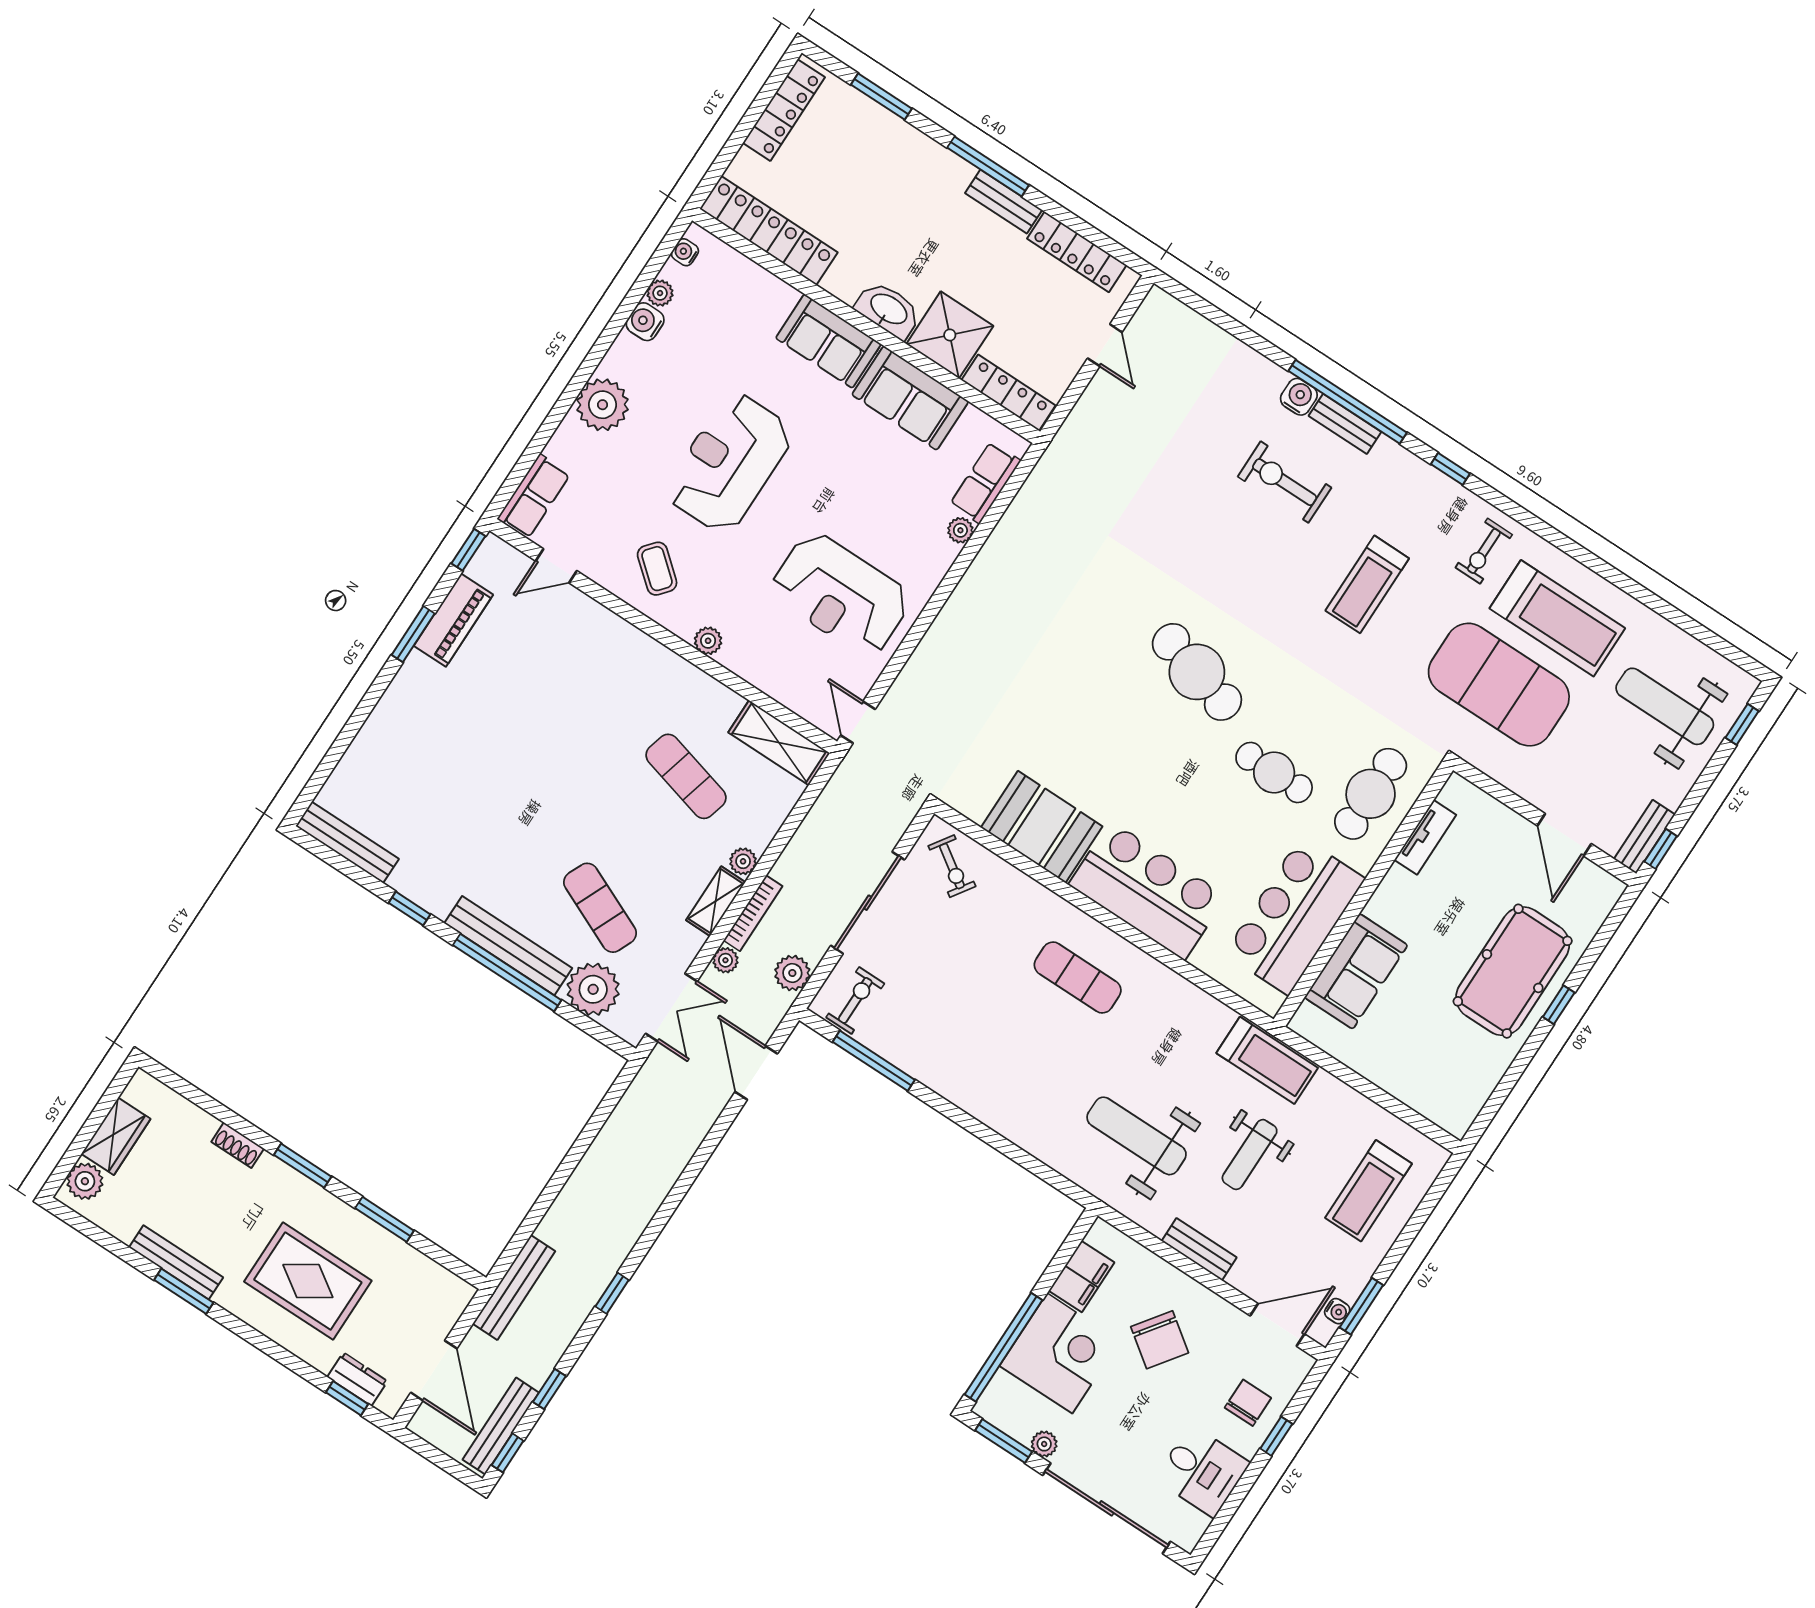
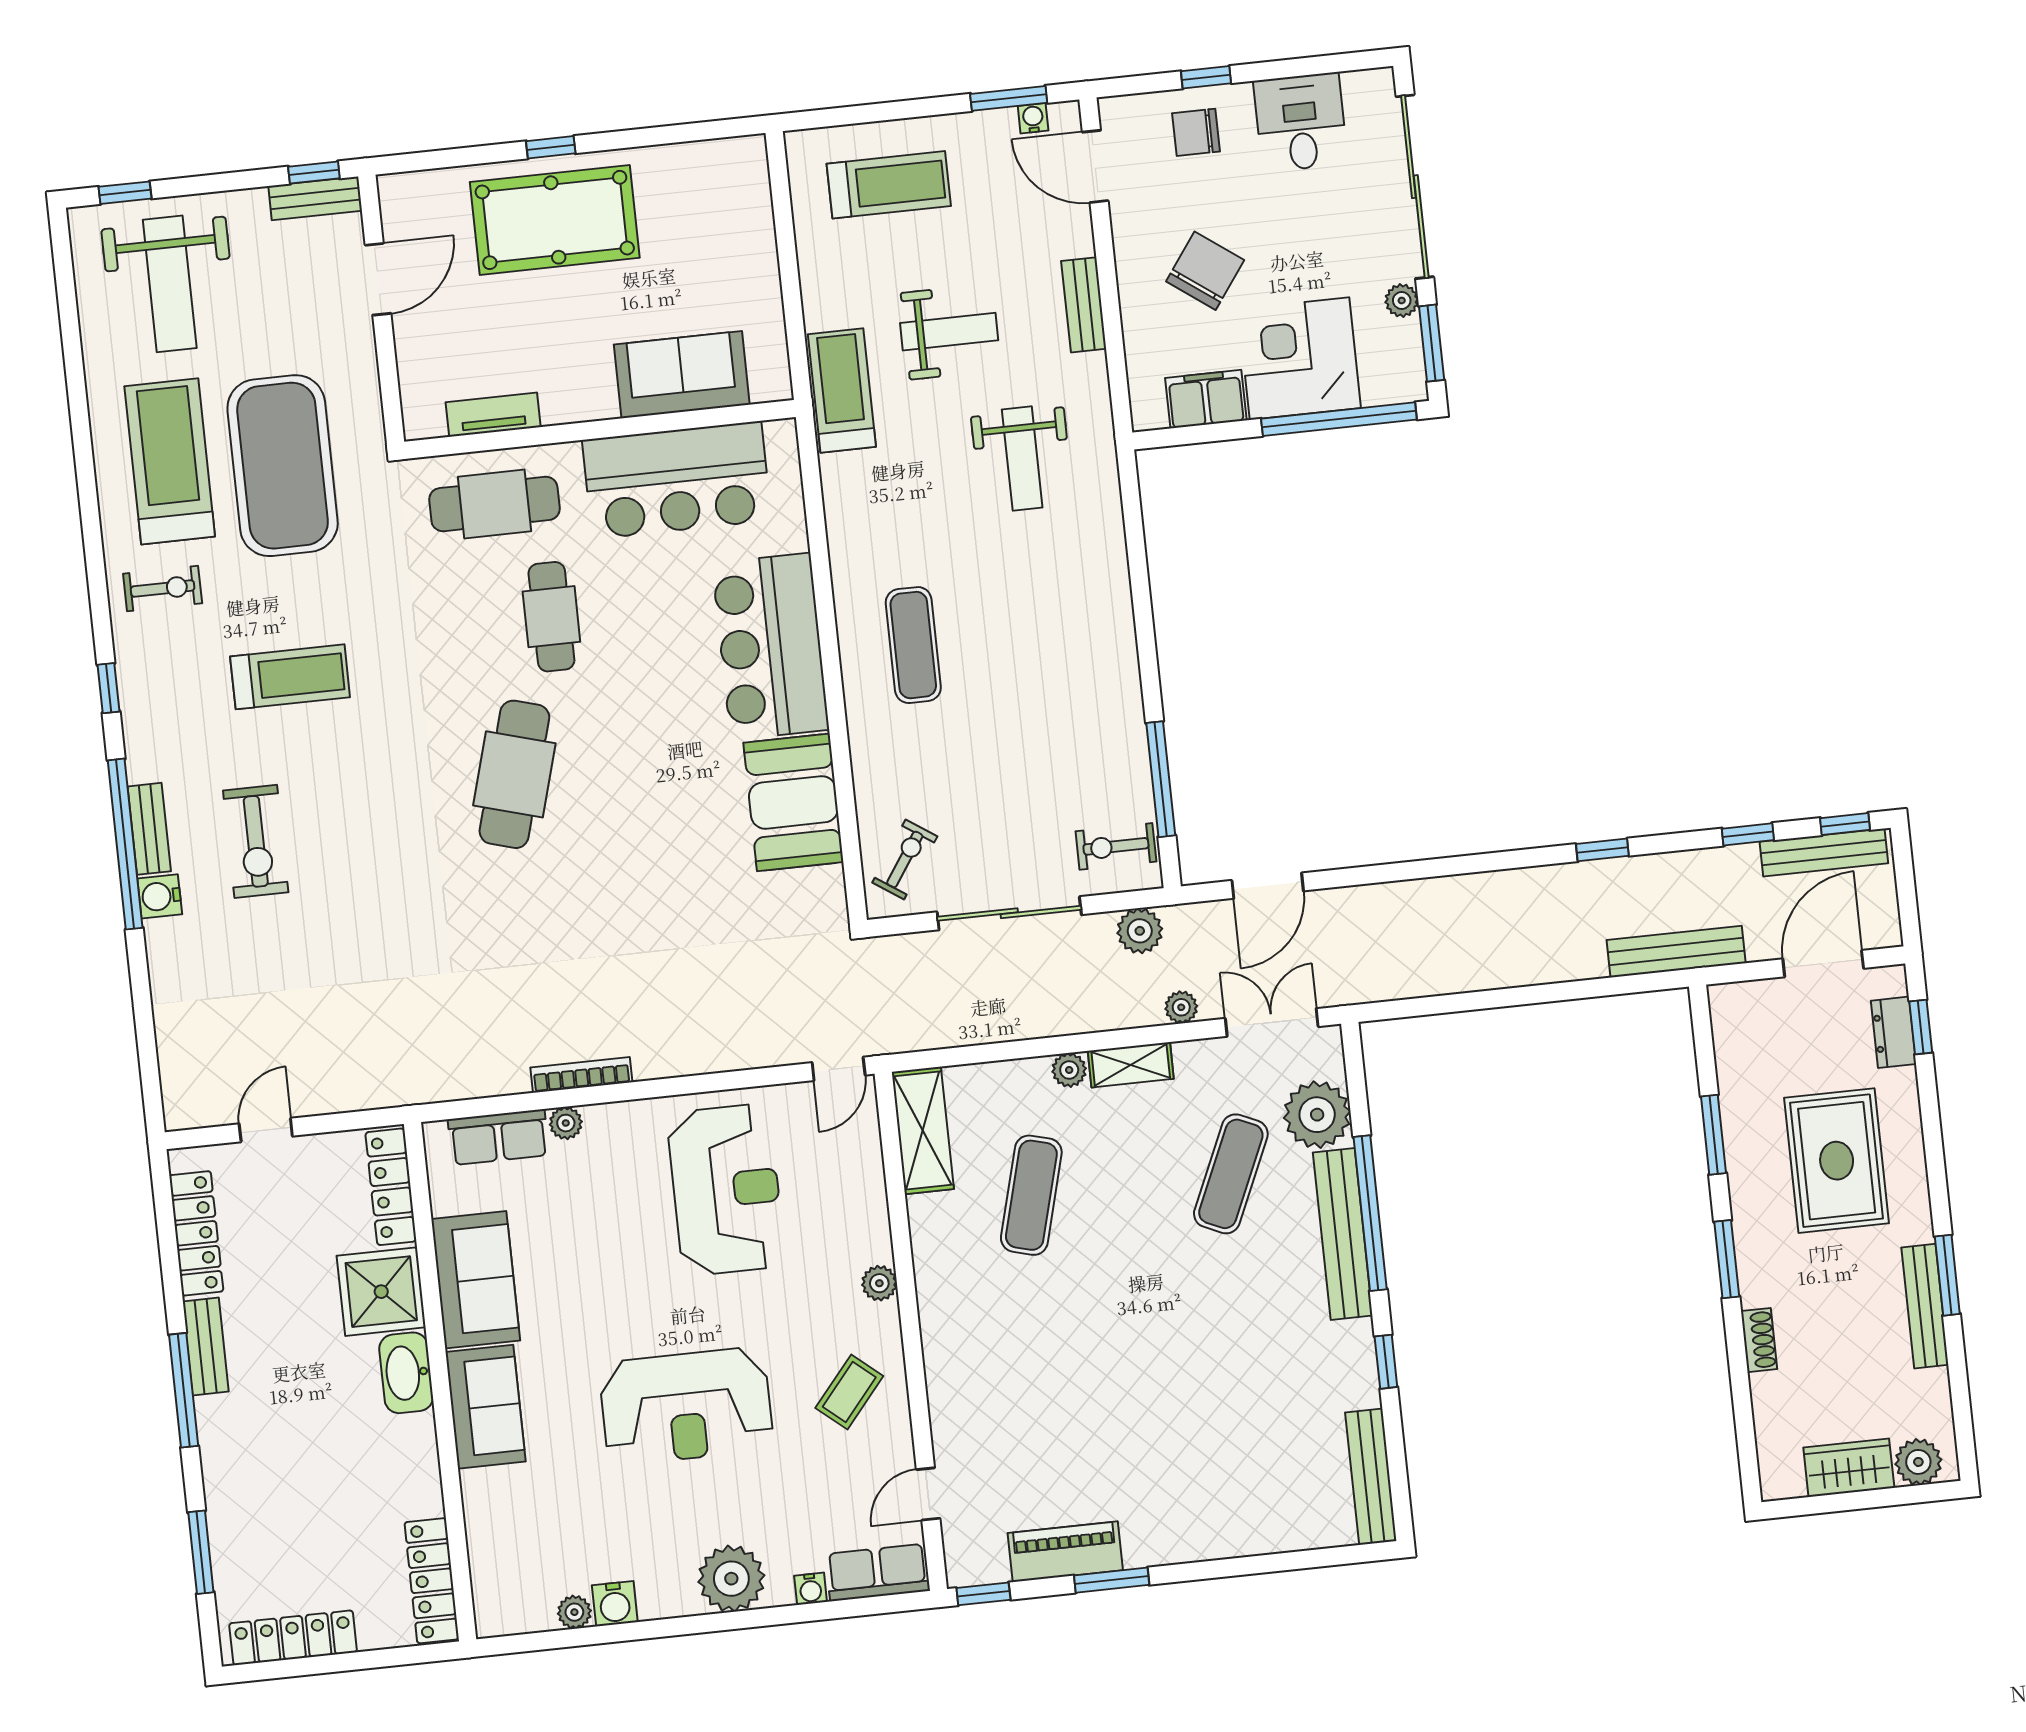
locker: (769, 231) -> (432, 1581), width x0.71, depth x0.83
water cooler: (685, 252) -> (811, 1589), moved
door: (556, 566) -> (928, 1494), swing flipped
bookcase: (753, 913) -> (581, 1075), moved
weight bench: (1137, 1136) -> (1022, 459), width x0.73, depth x0.75

